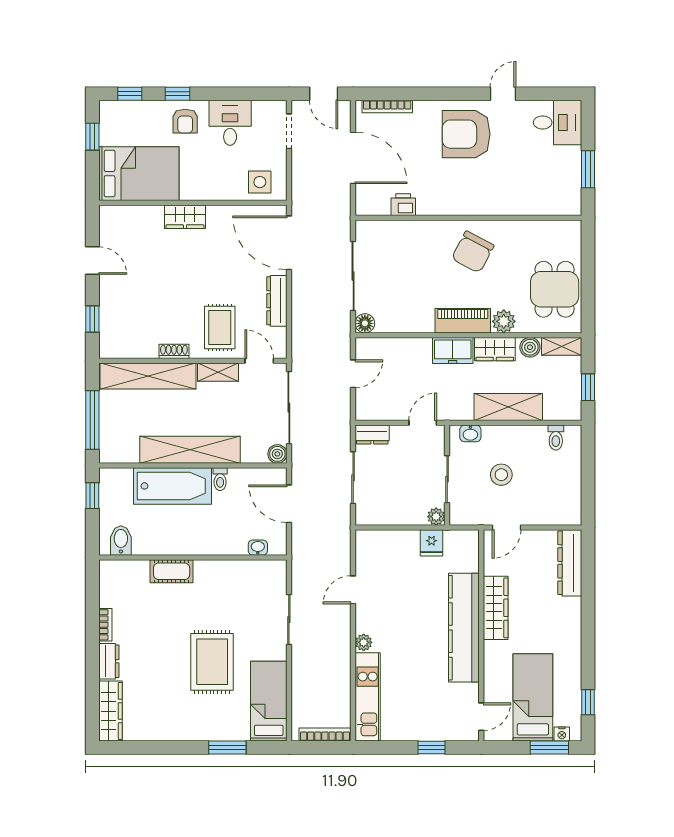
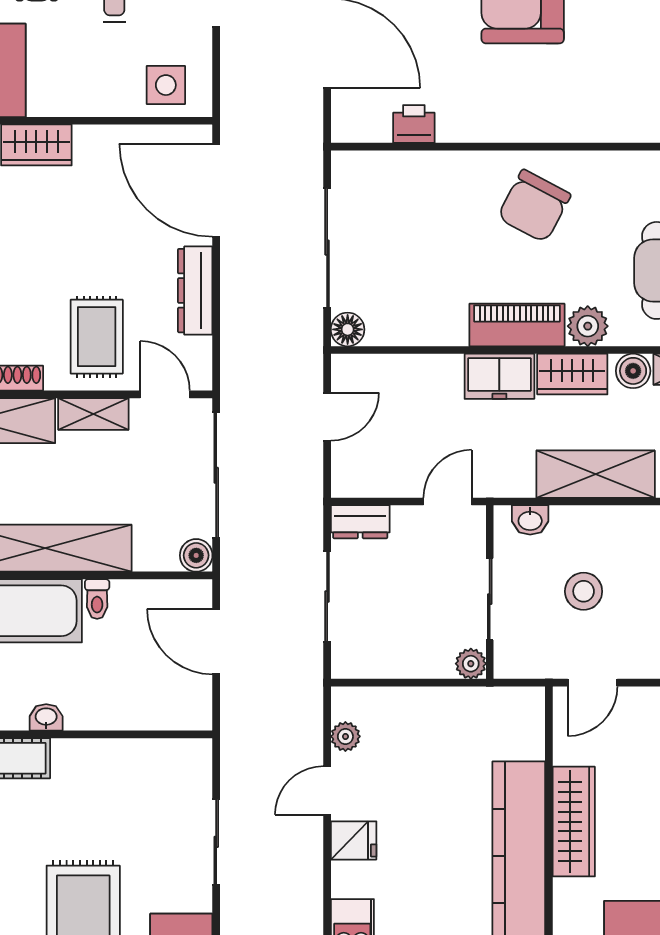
fridge: (432, 543) -> (354, 840), moved, turned -90
washbasin: (258, 548) -> (46, 717), moved
plant: (364, 642) -> (345, 736), moved

